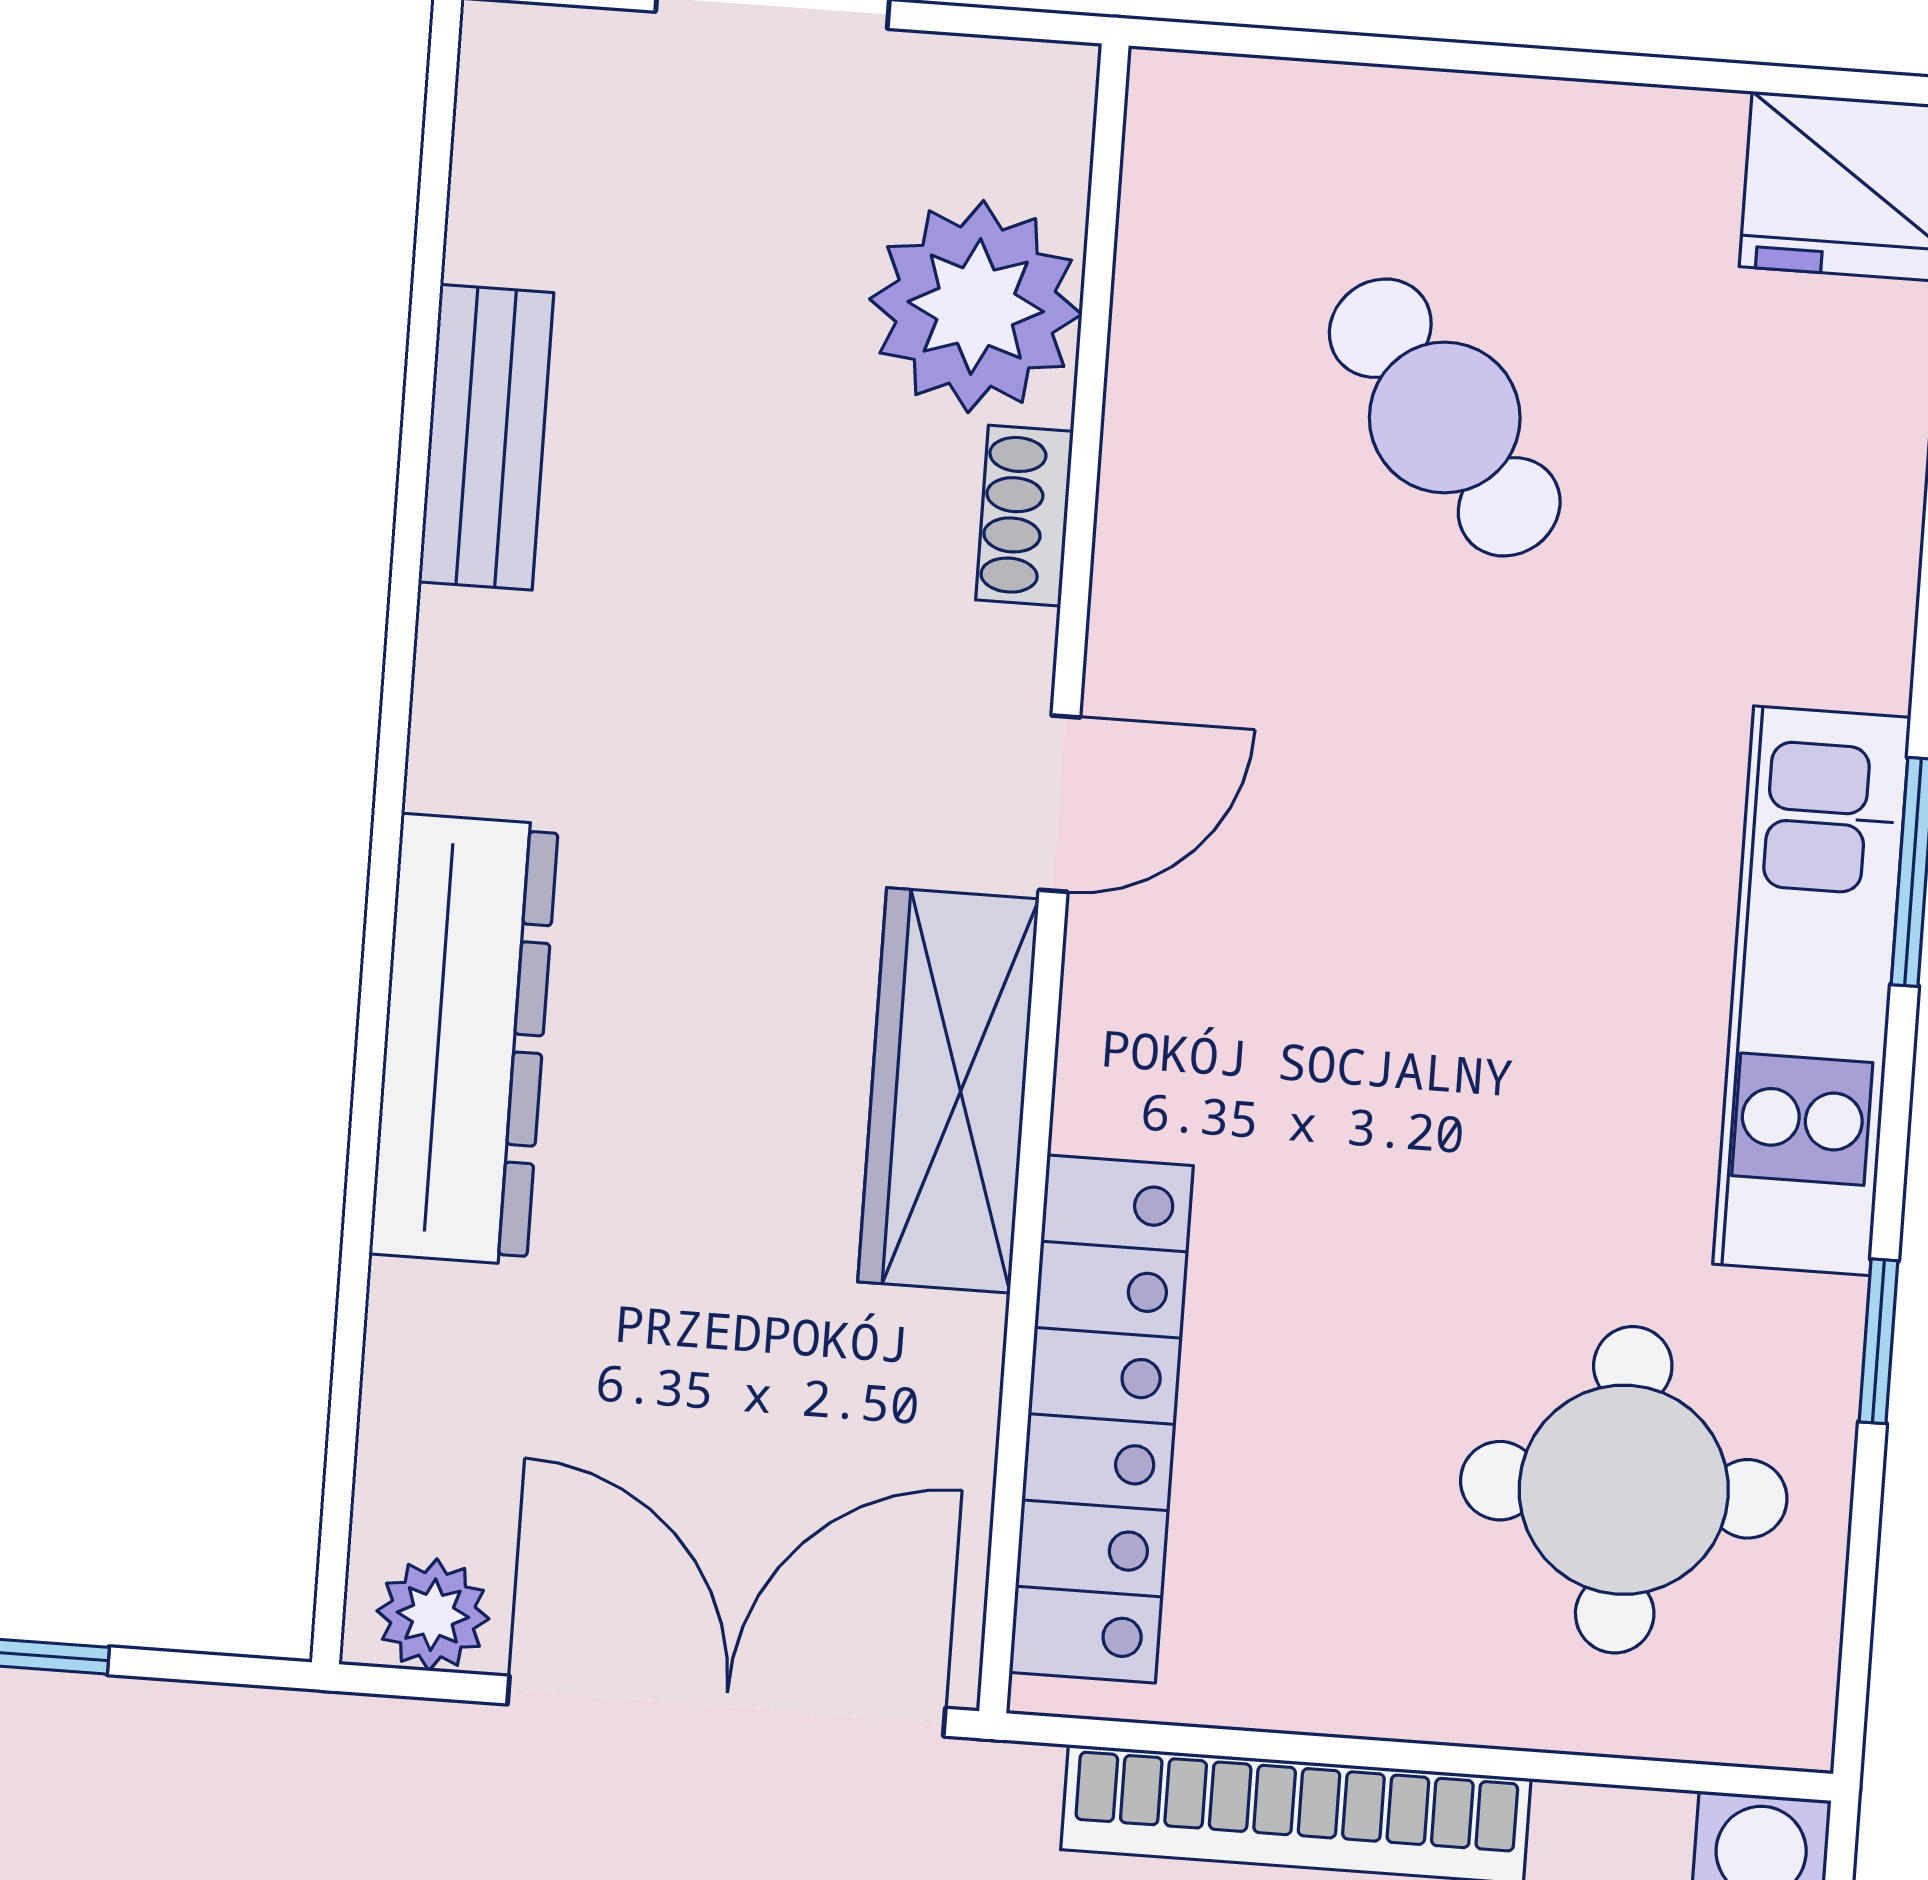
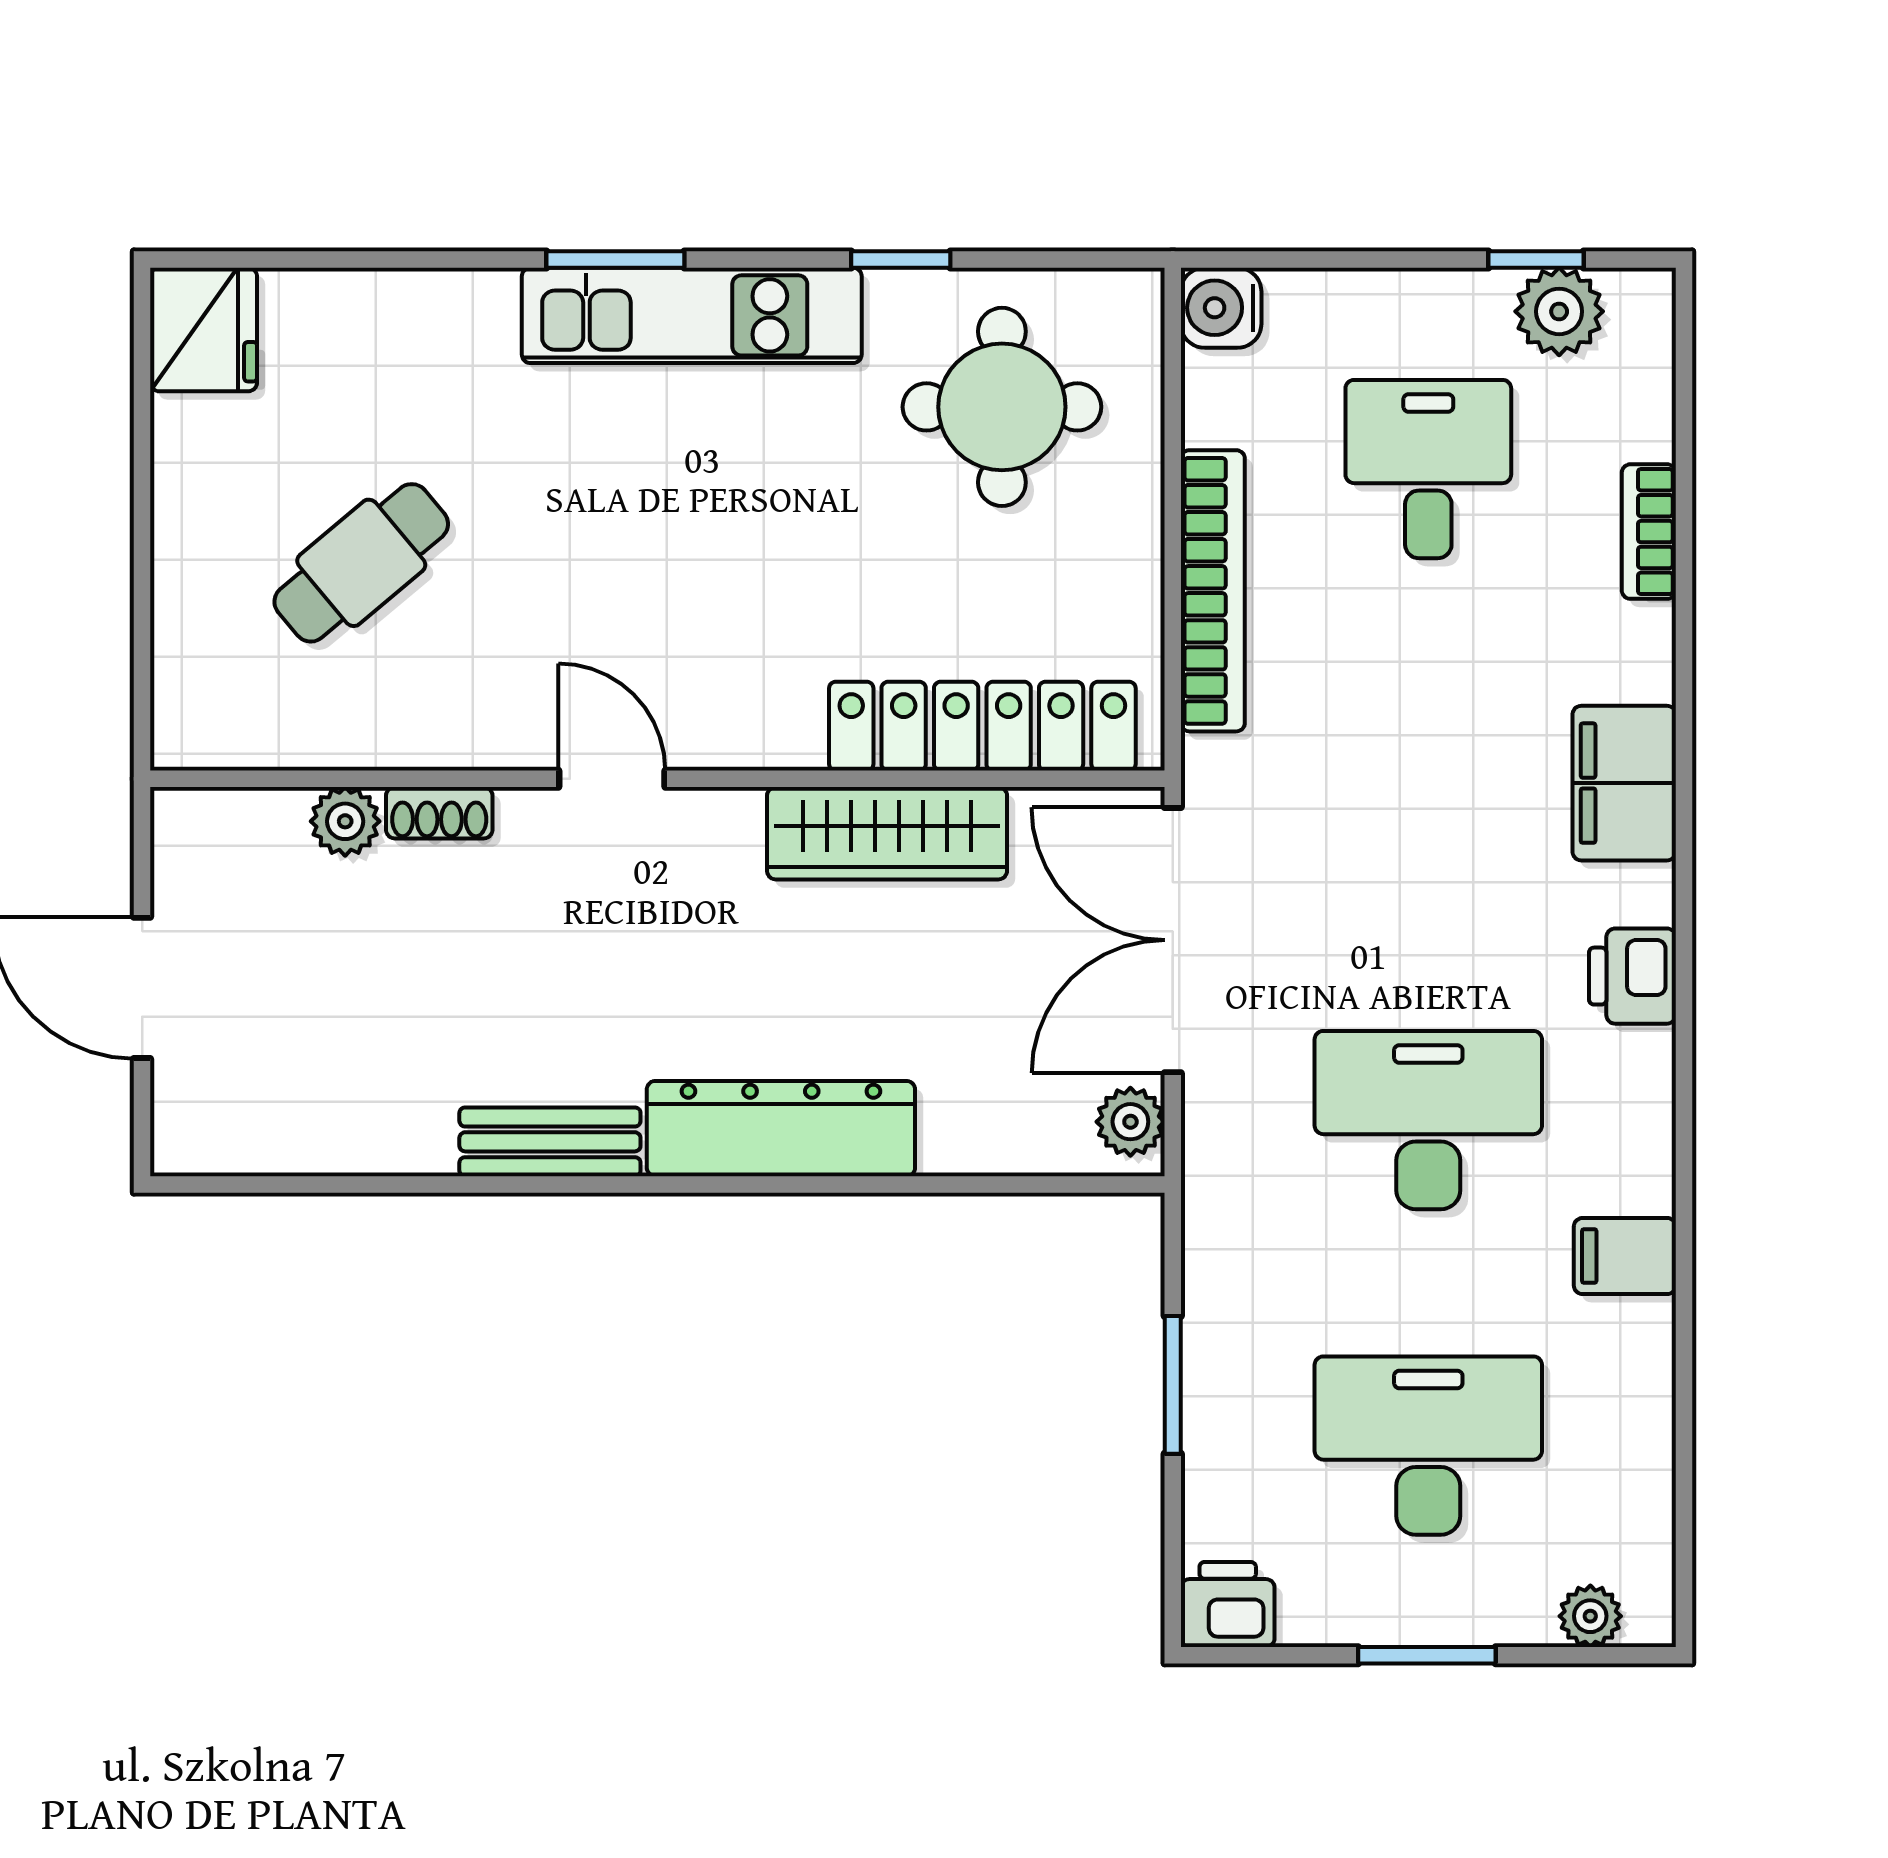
plant: (976, 307) -> (345, 821), width x0.53, depth x0.53
bench: (486, 437) -> (550, 1142), moved
wardrobe: (948, 1090) -> (887, 833), moved

